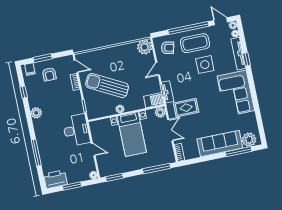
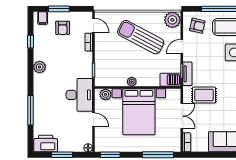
sun lounger: (107, 86) -> (141, 37), moved
plant: (160, 112) -> (105, 94), moved
bed with nightstands: (132, 134) -> (139, 112), width x1.36

